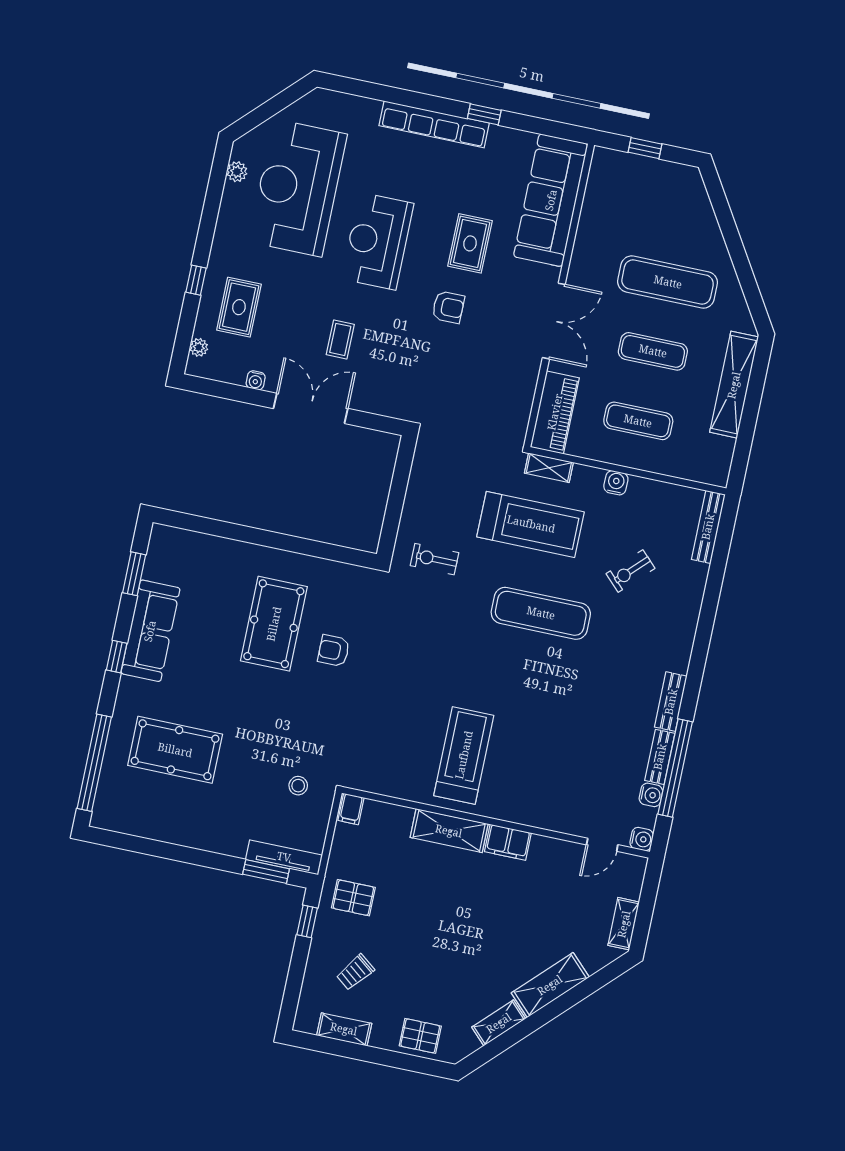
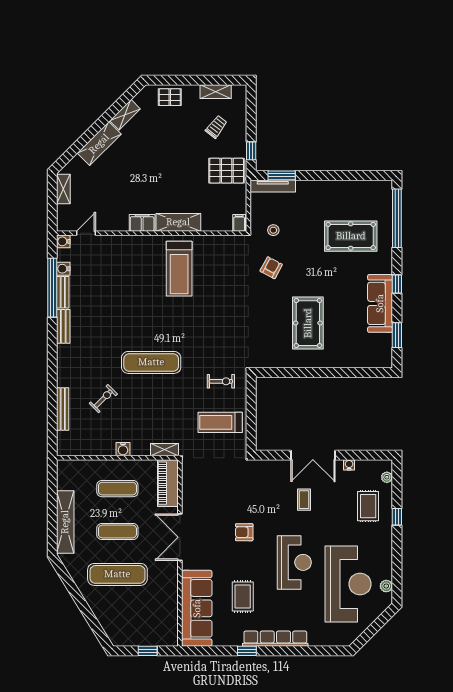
rug: (470, 243) -> (243, 596), moved
treadmill: (531, 524) -> (220, 422), moved, width x0.73, depth x0.73
bench: (708, 527) -> (63, 409), moved
armchair: (334, 651) -> (271, 268), moved, turned -62
pallet: (353, 898) -> (227, 171), width x1.50, depth x1.42

